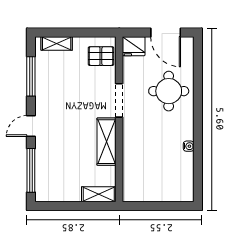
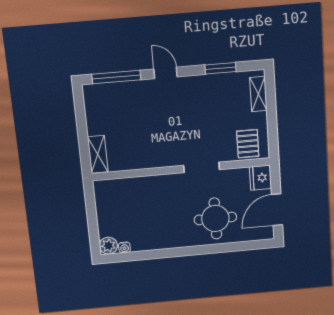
window: (31, 76) -> (221, 68), width x0.69
shelving: (107, 142) -> (156, 158), removed
water cooler: (189, 146) -> (124, 247), moved
plant: (185, 194) -> (108, 246), added

